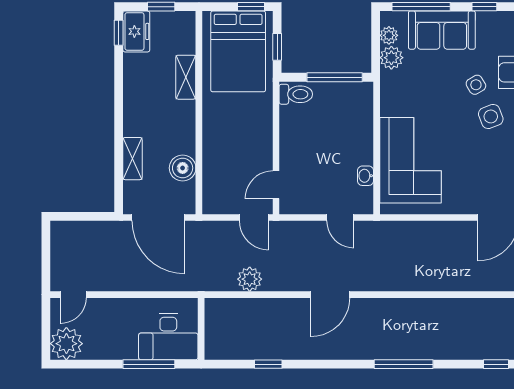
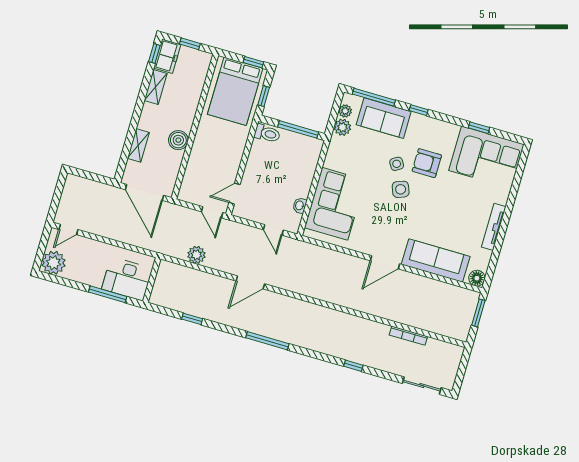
shelving: (186, 77) -> (156, 87), moved
boiler: (183, 168) -> (178, 140), moved
window: (404, 364) -> (267, 341), moved

